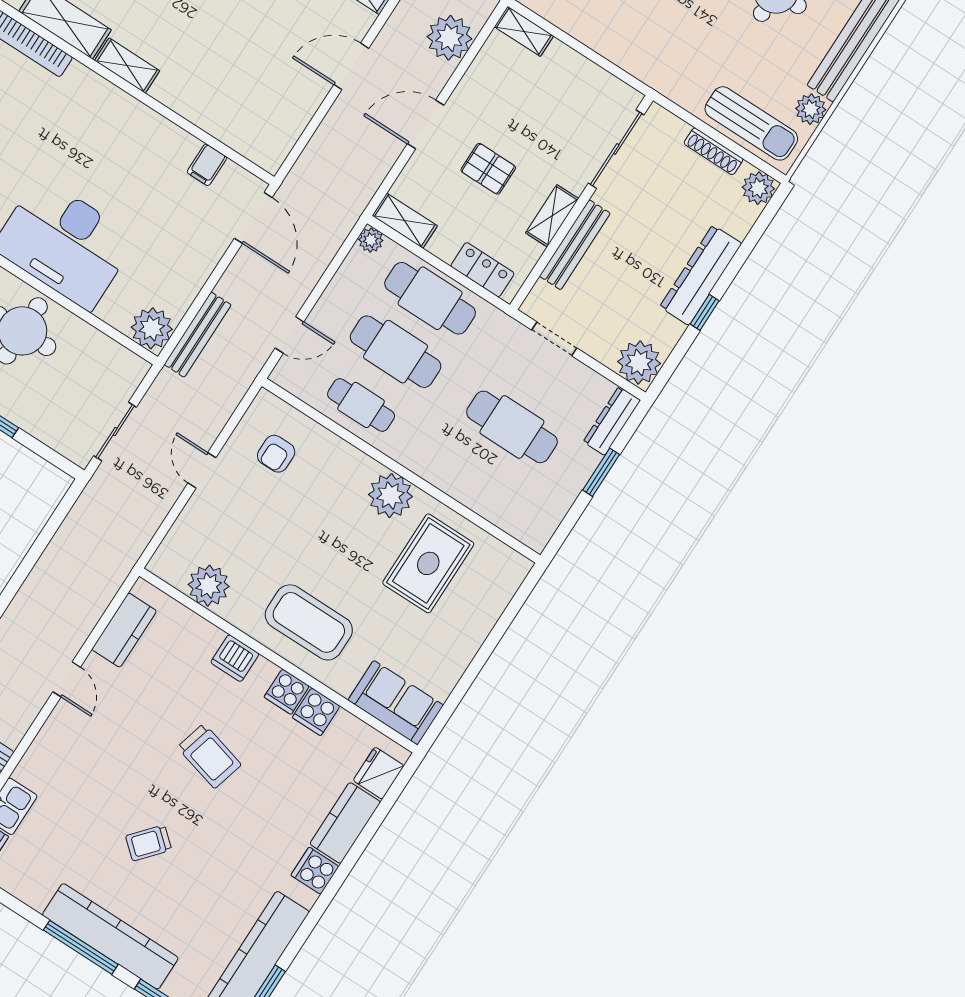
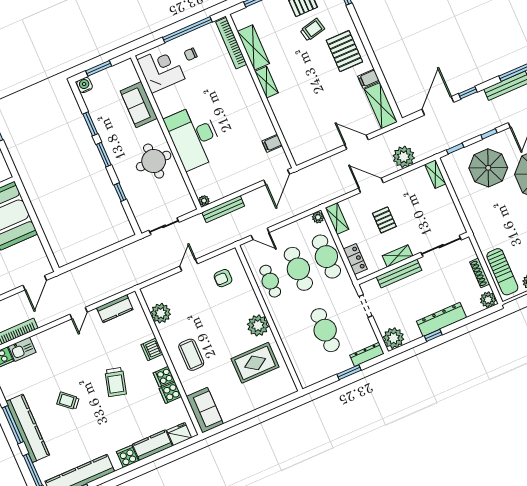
plant: (152, 328) -> (204, 201), width x0.53, depth x0.53
coffee table: (309, 622) -> (191, 355), width x0.73, depth x0.76

